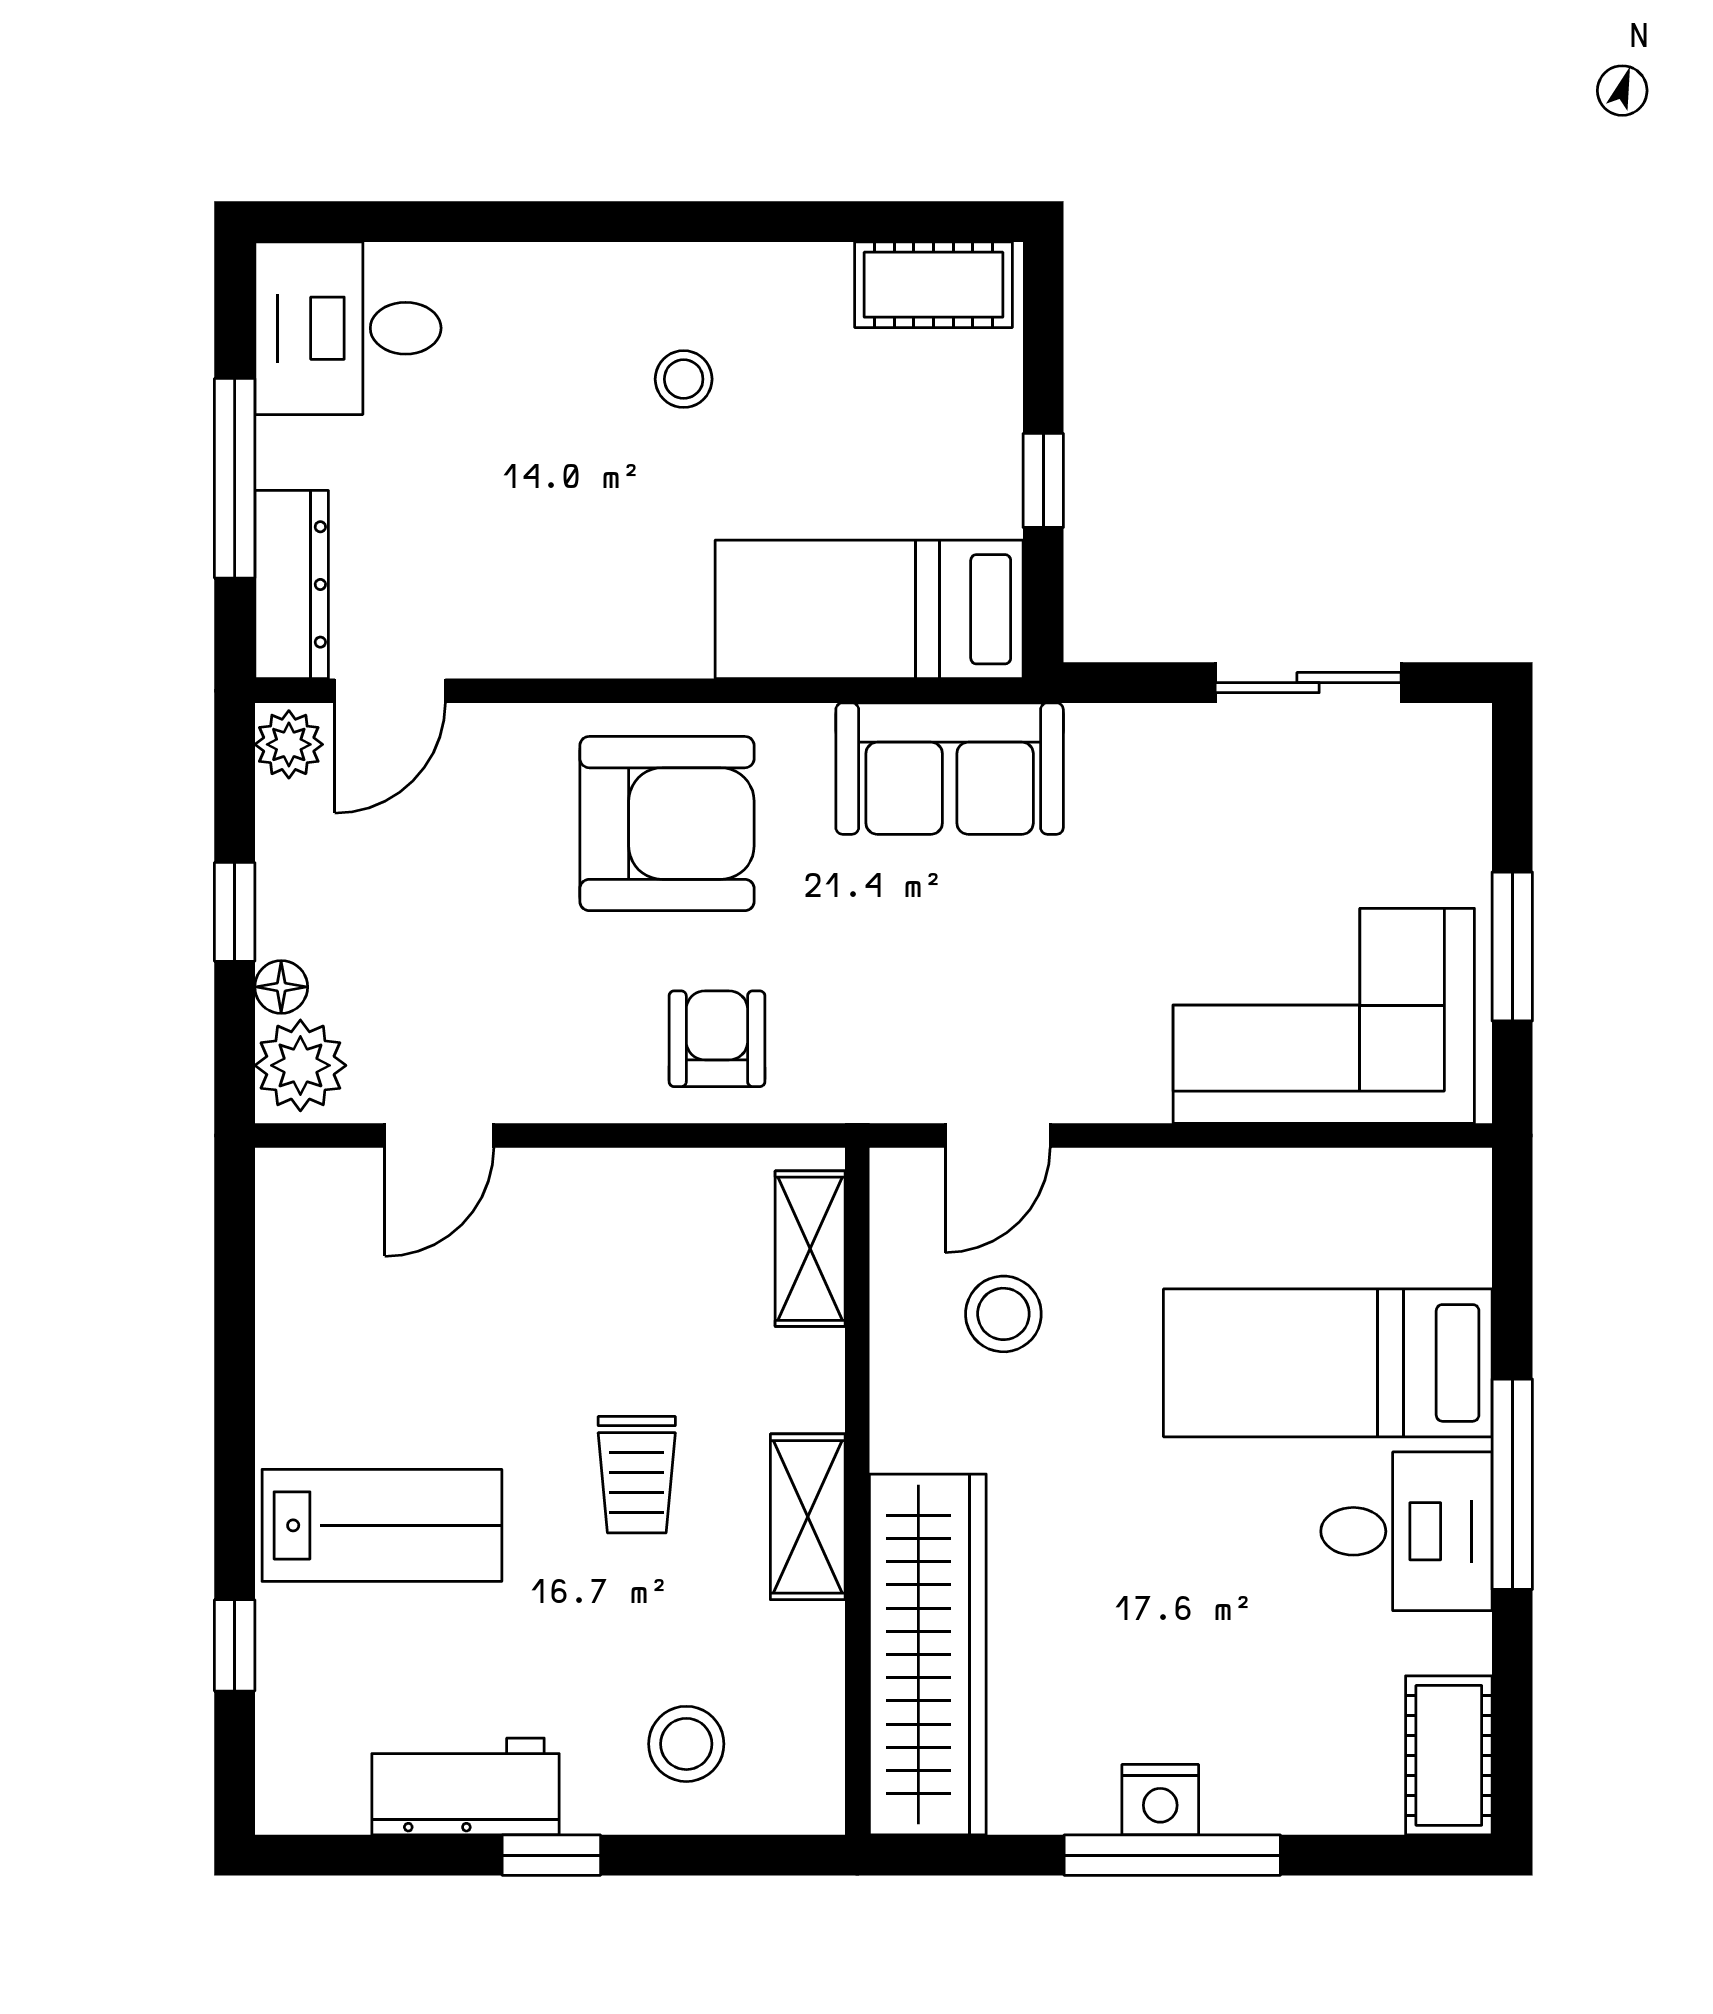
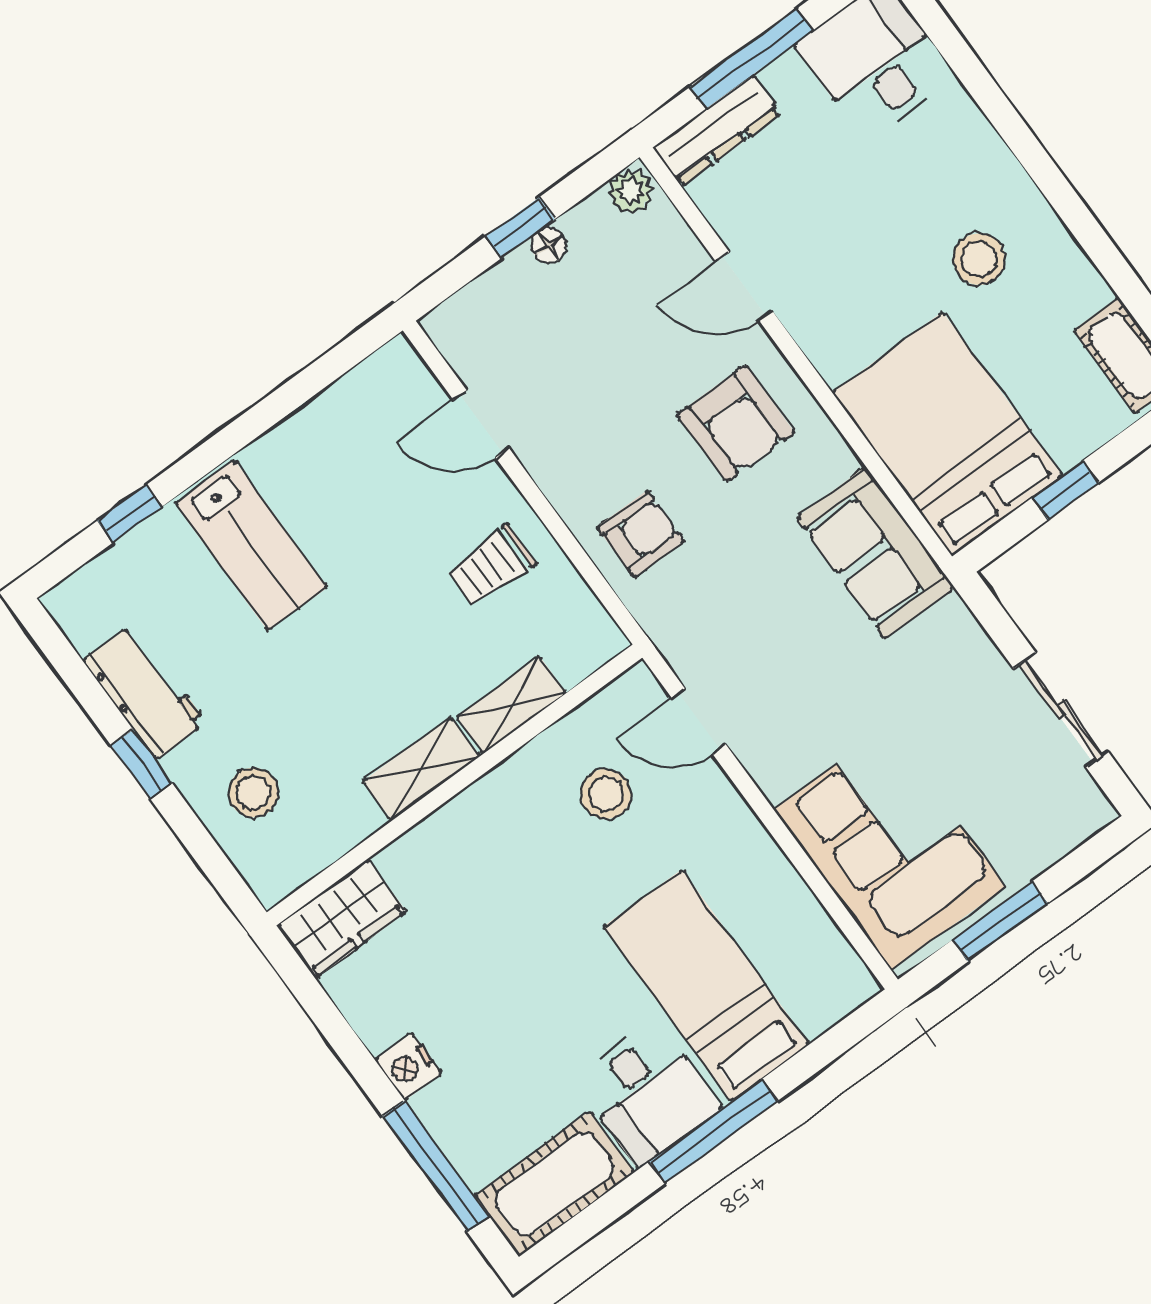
stool: (684, 379) -> (979, 259), width x1.37, depth x1.37
bed: (869, 609) -> (947, 434), width x1.50
door: (390, 691) -> (744, 286), moved
armchair: (667, 824) -> (736, 424), width x0.73, depth x0.73
floor lamp: (281, 987) -> (549, 245), moved
plant: (300, 1065) -> (464, 323), removed
shelving: (810, 1249) -> (512, 705), moved
trolley: (637, 1475) -> (491, 566), moved
wardrobe: (928, 1654) -> (341, 919), width x0.48, depth x0.85
cot: (1449, 1755) -> (554, 1184), width x1.37, depth x1.34
window: (1172, 1855) -> (436, 1166), moved

